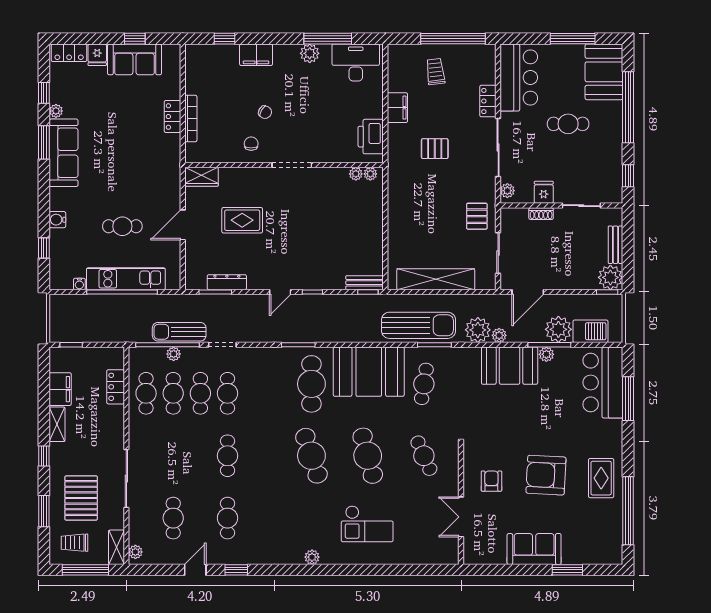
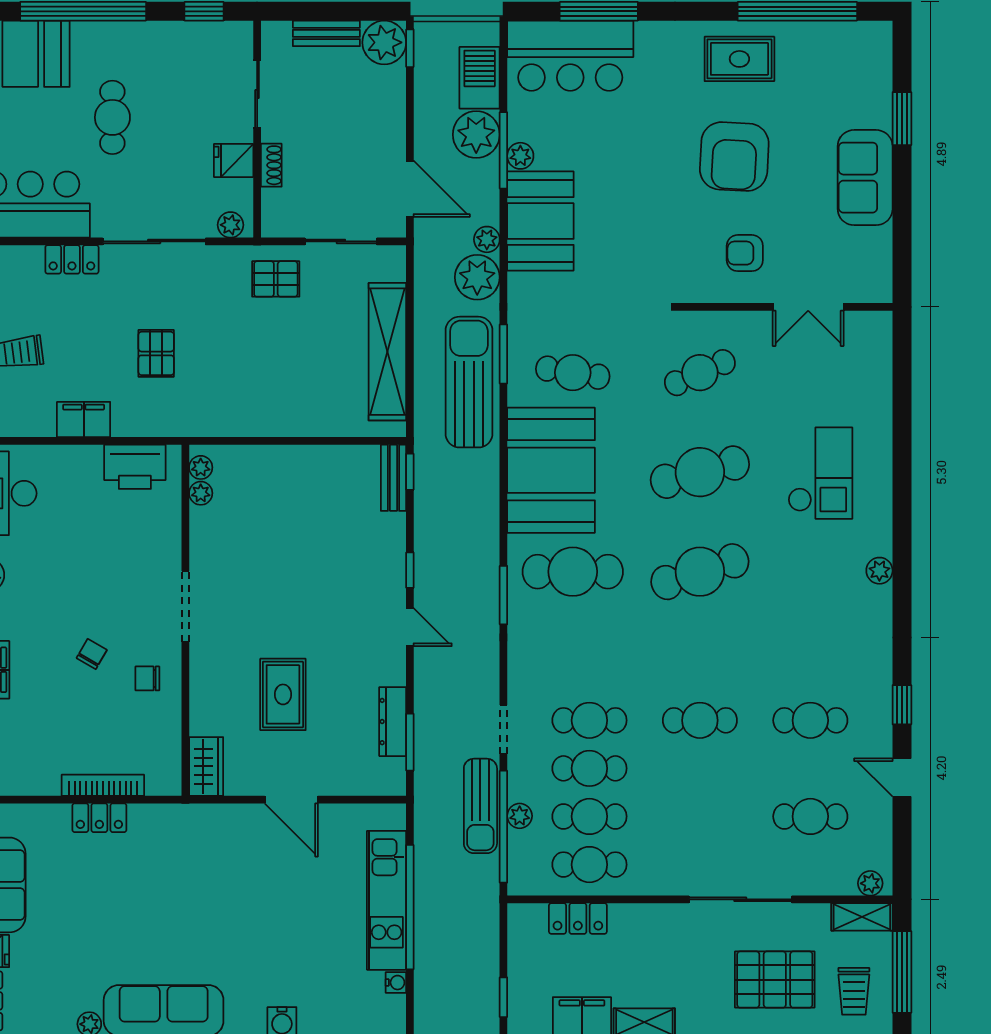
cafe table: (122, 226) -> (294, 906), removed

